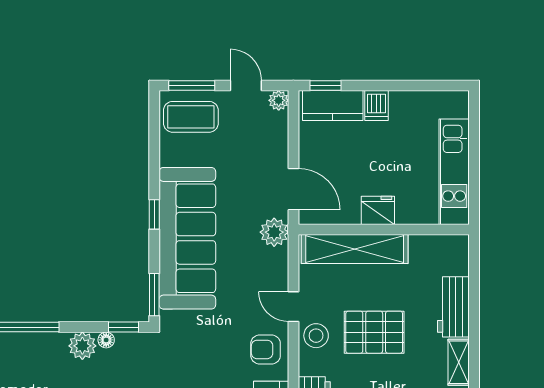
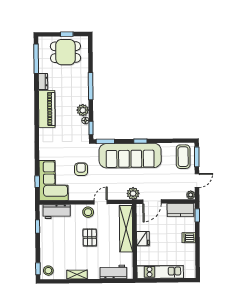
kitchen counter: (333, 106) -> (180, 210), moved, turned -90
workbench: (453, 307) -> (113, 272), moved
pallet: (374, 332) -> (90, 238), width x0.67, depth x0.71
armchair: (266, 349) -> (81, 169), moved

